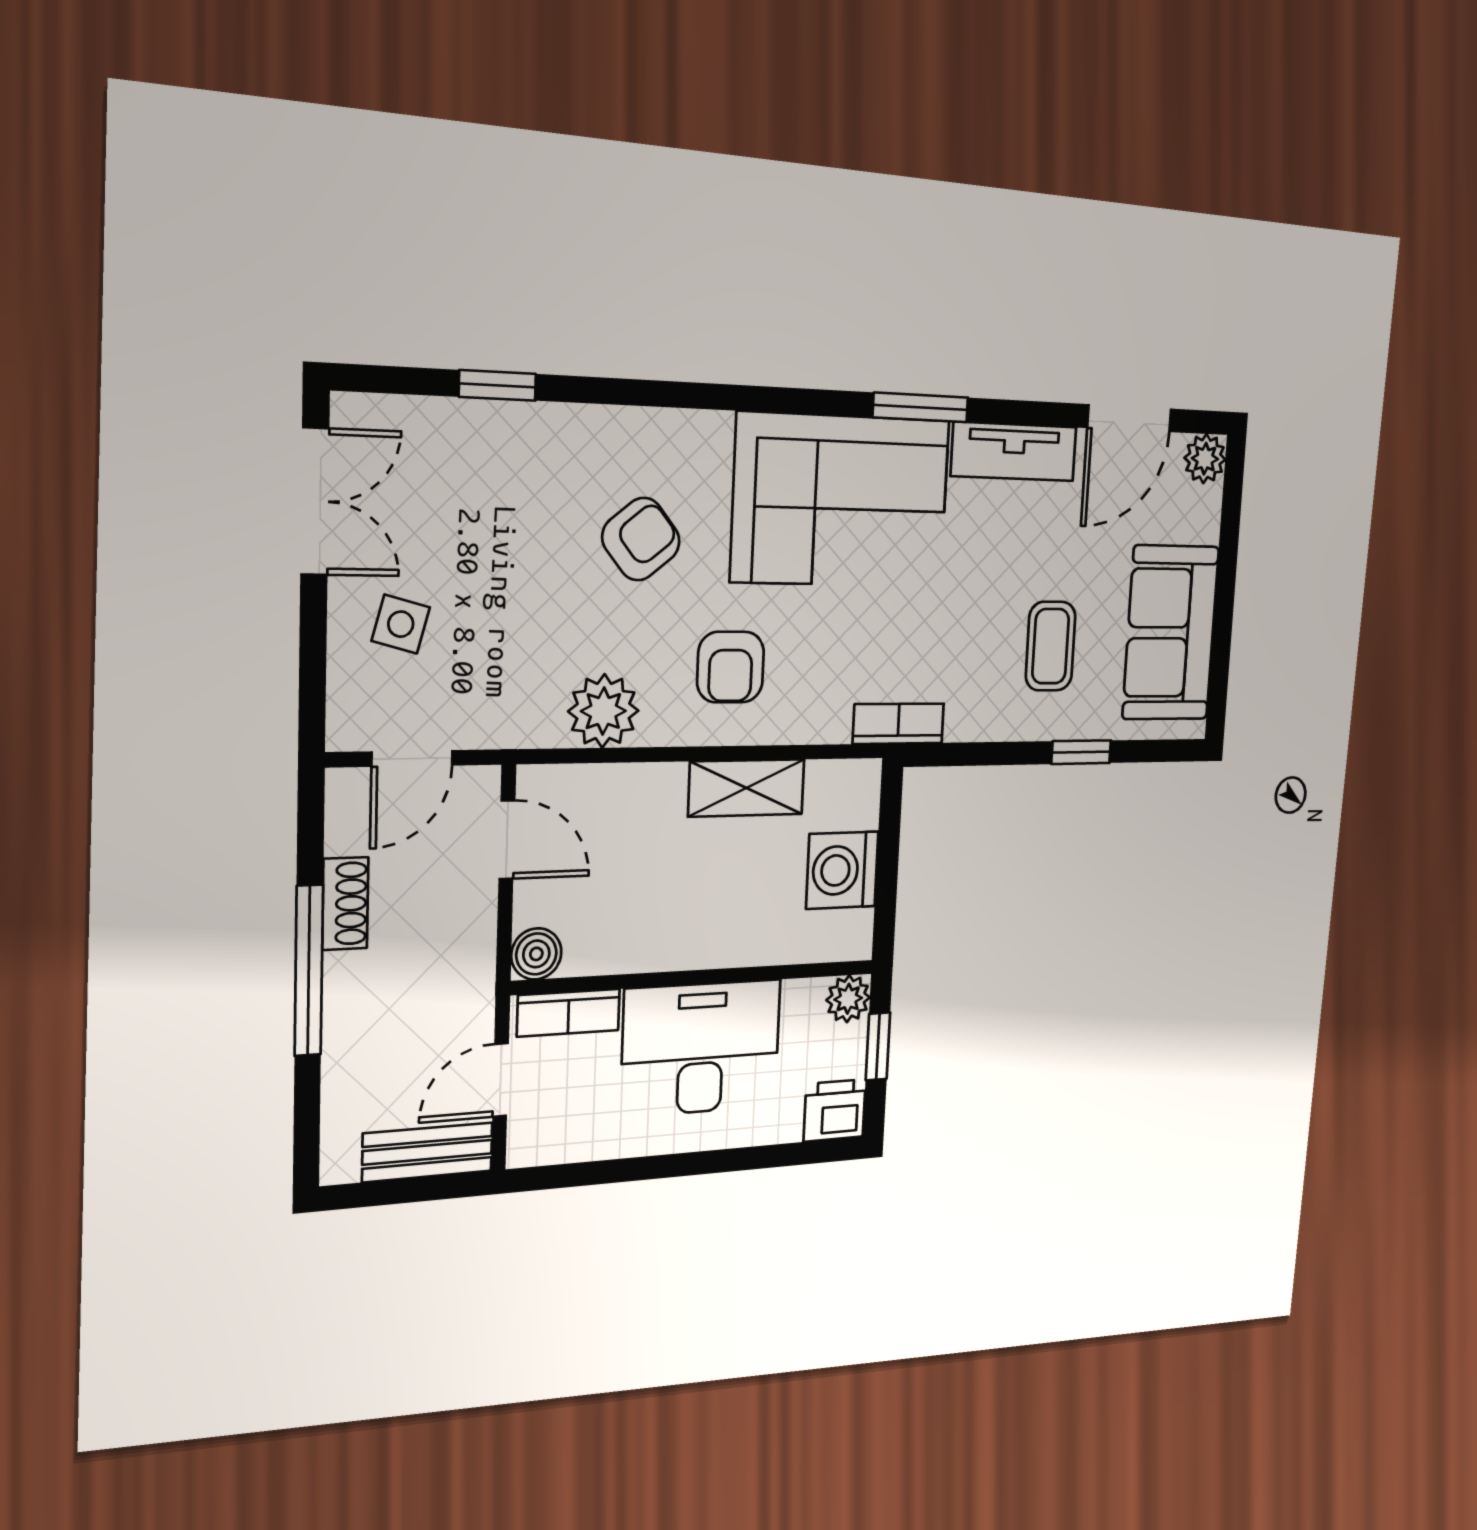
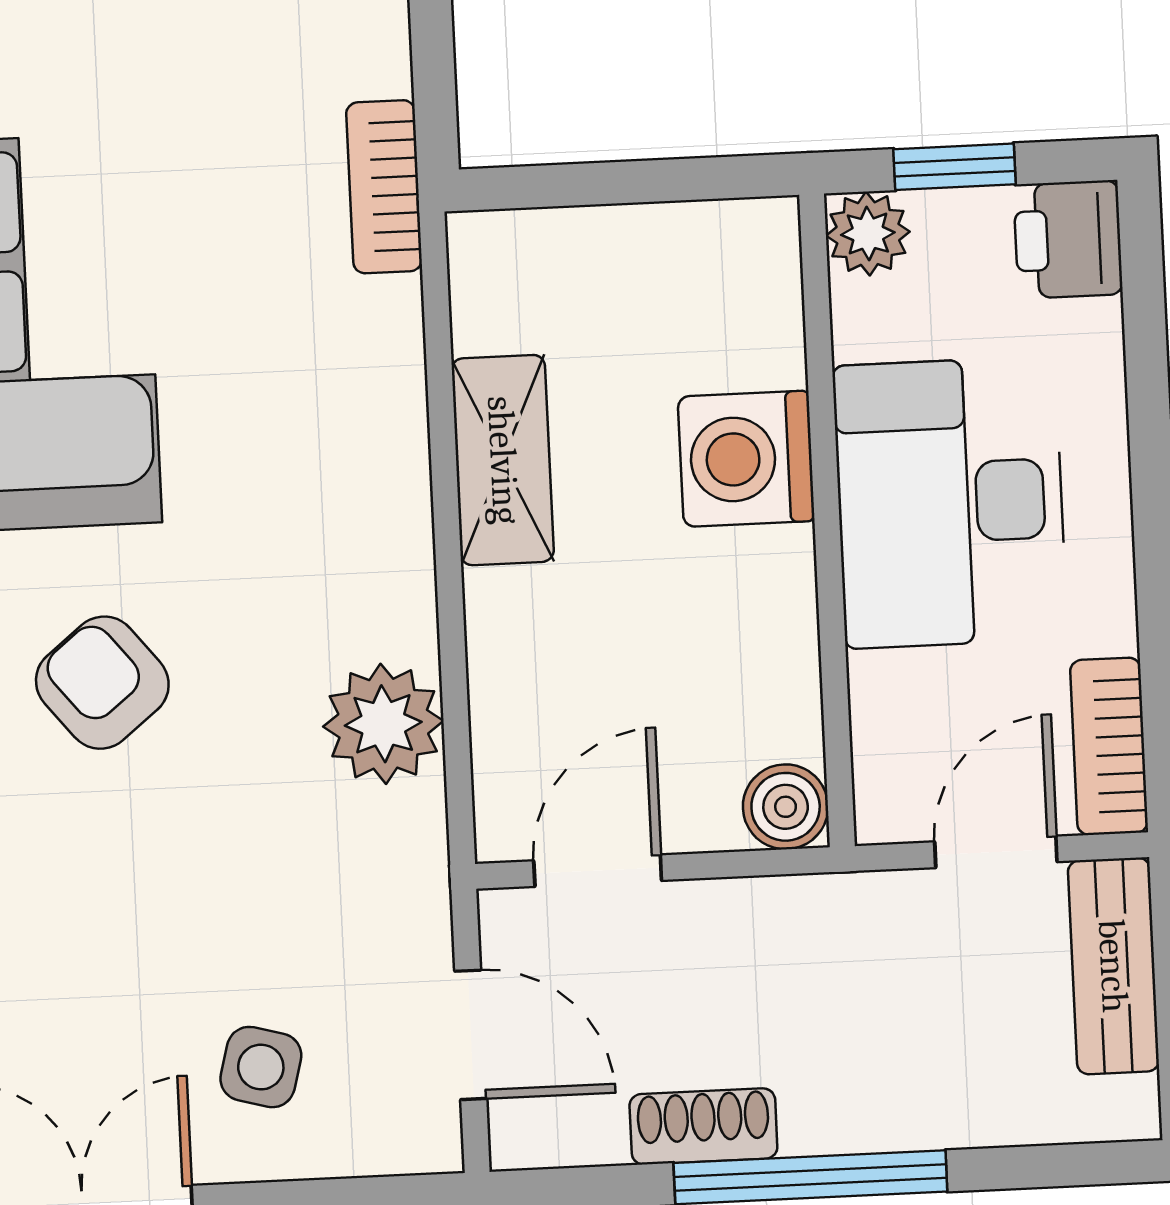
armchair: (731, 667) -> (301, 507), removed
washing machine: (842, 870) -> (746, 459), moved, turned 90
bookcase: (569, 1013) -> (1109, 746), moved, turned 180
door: (501, 1080) -> (996, 852), swing flipped

